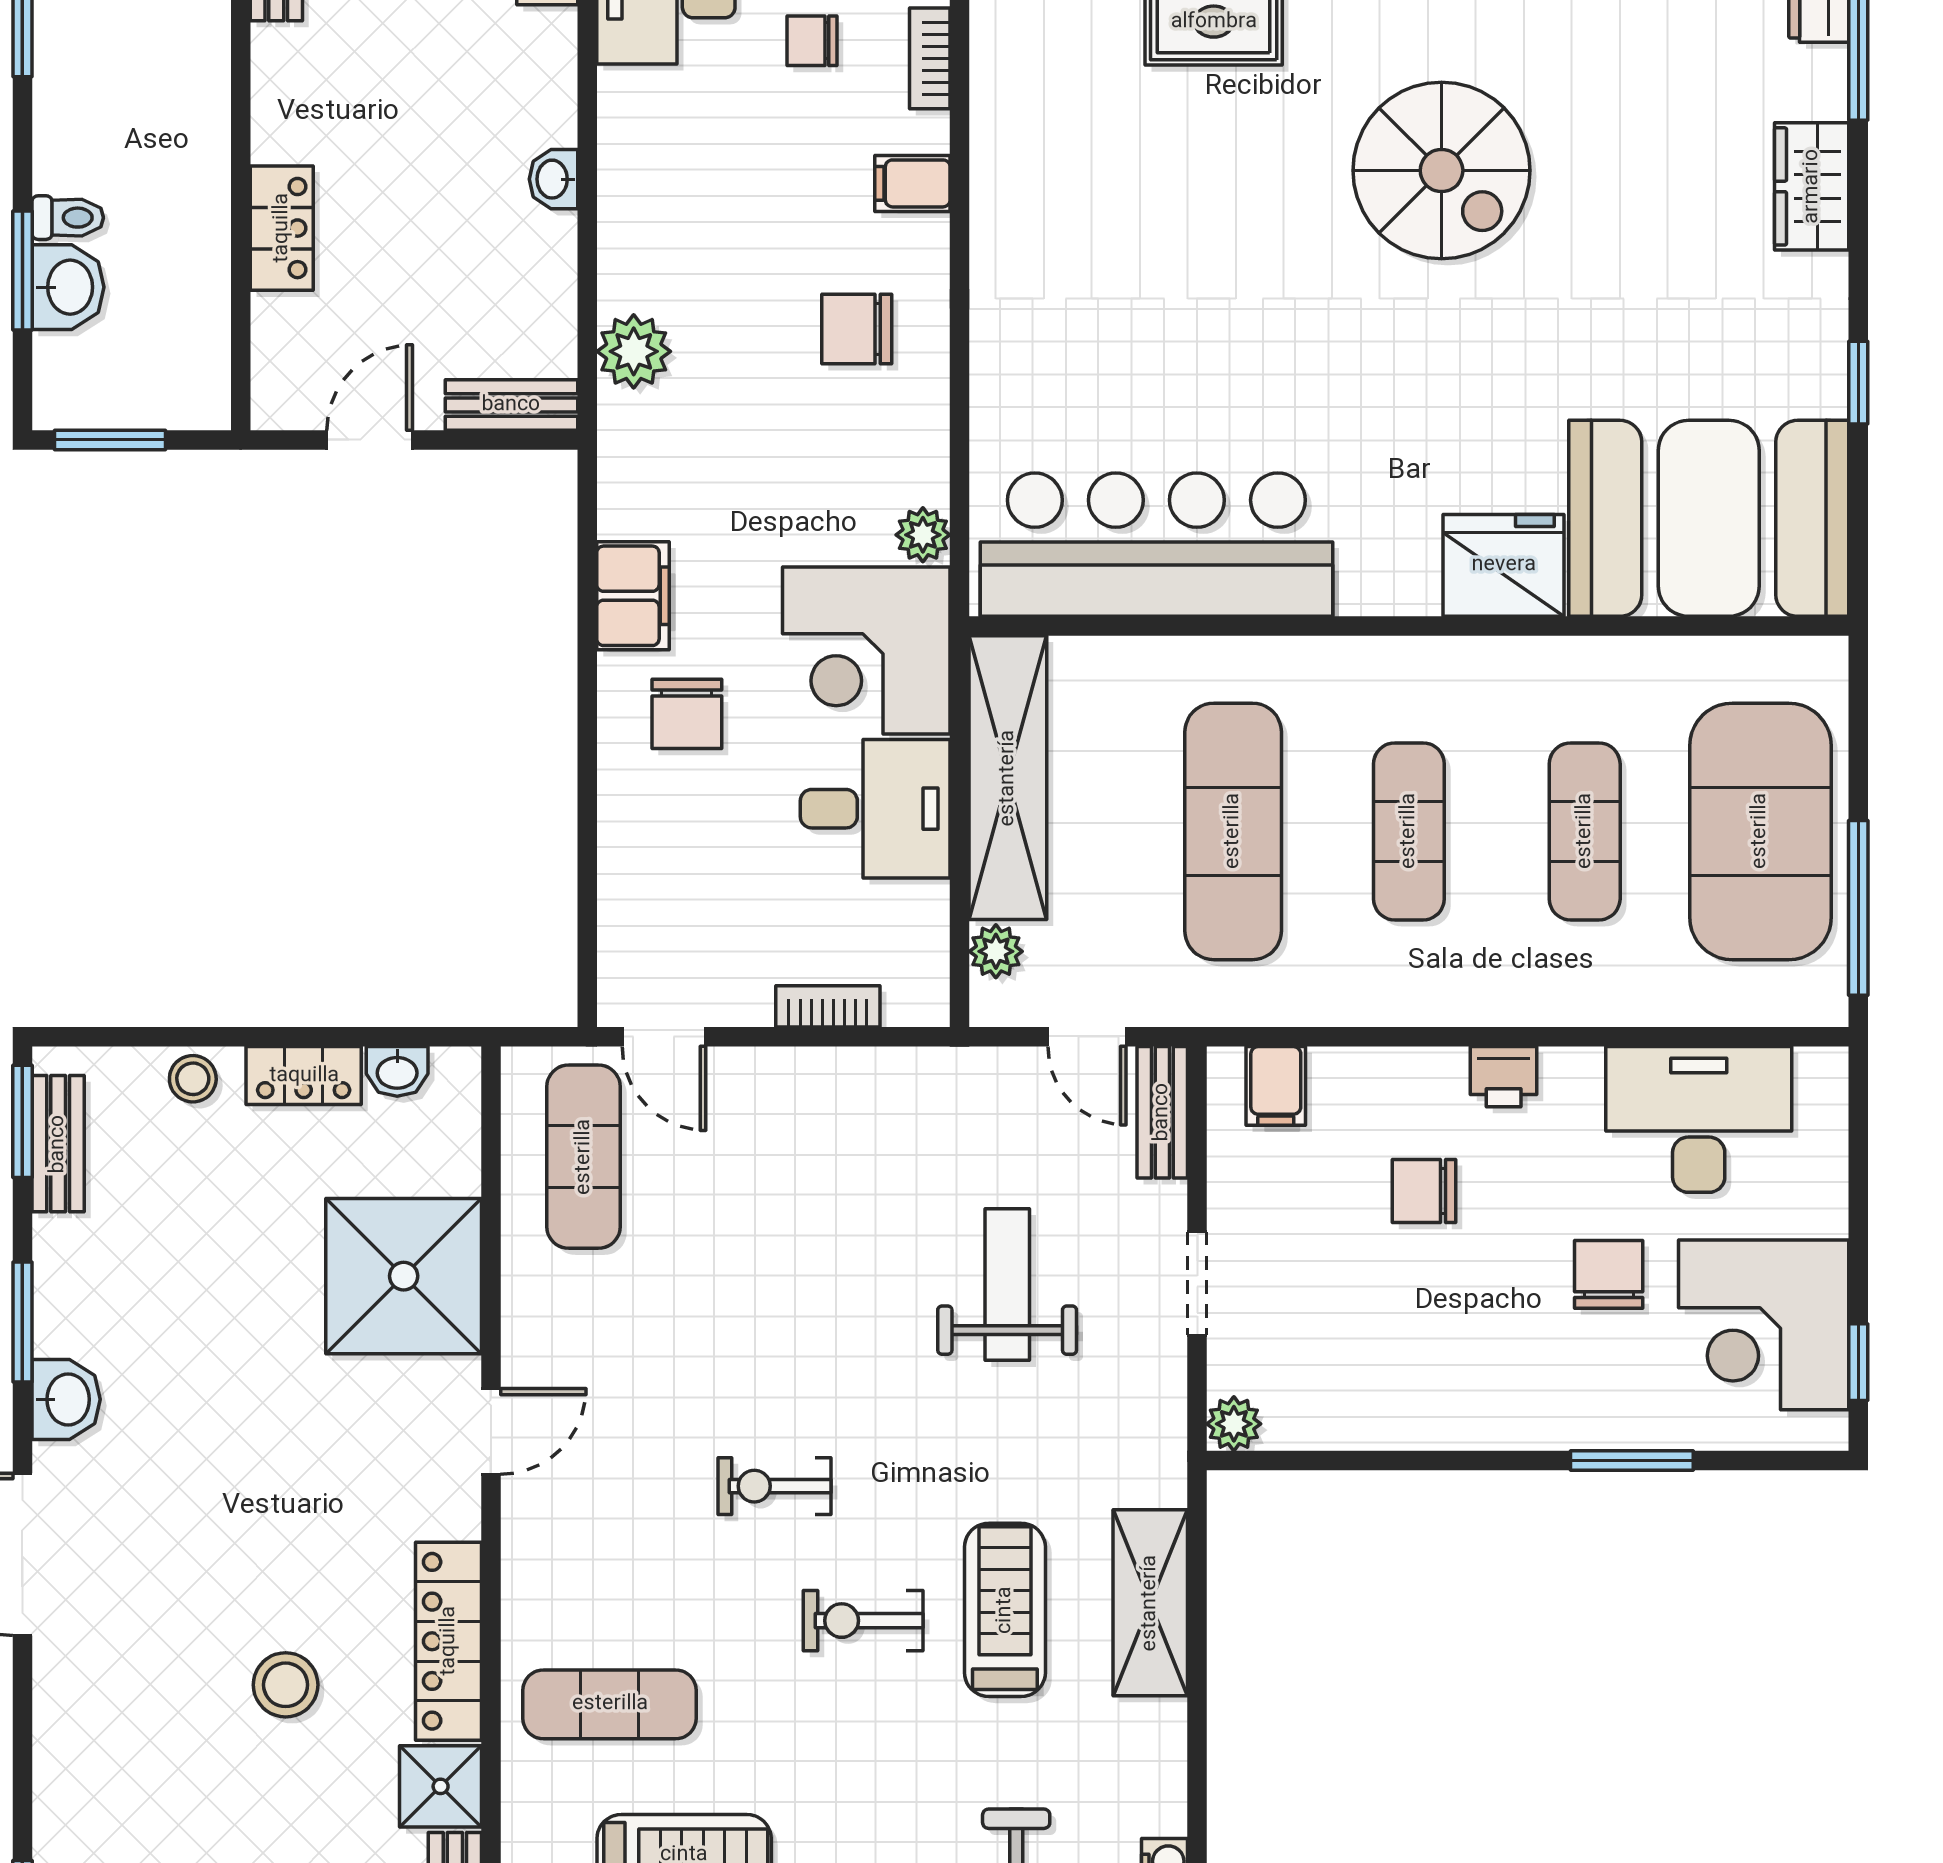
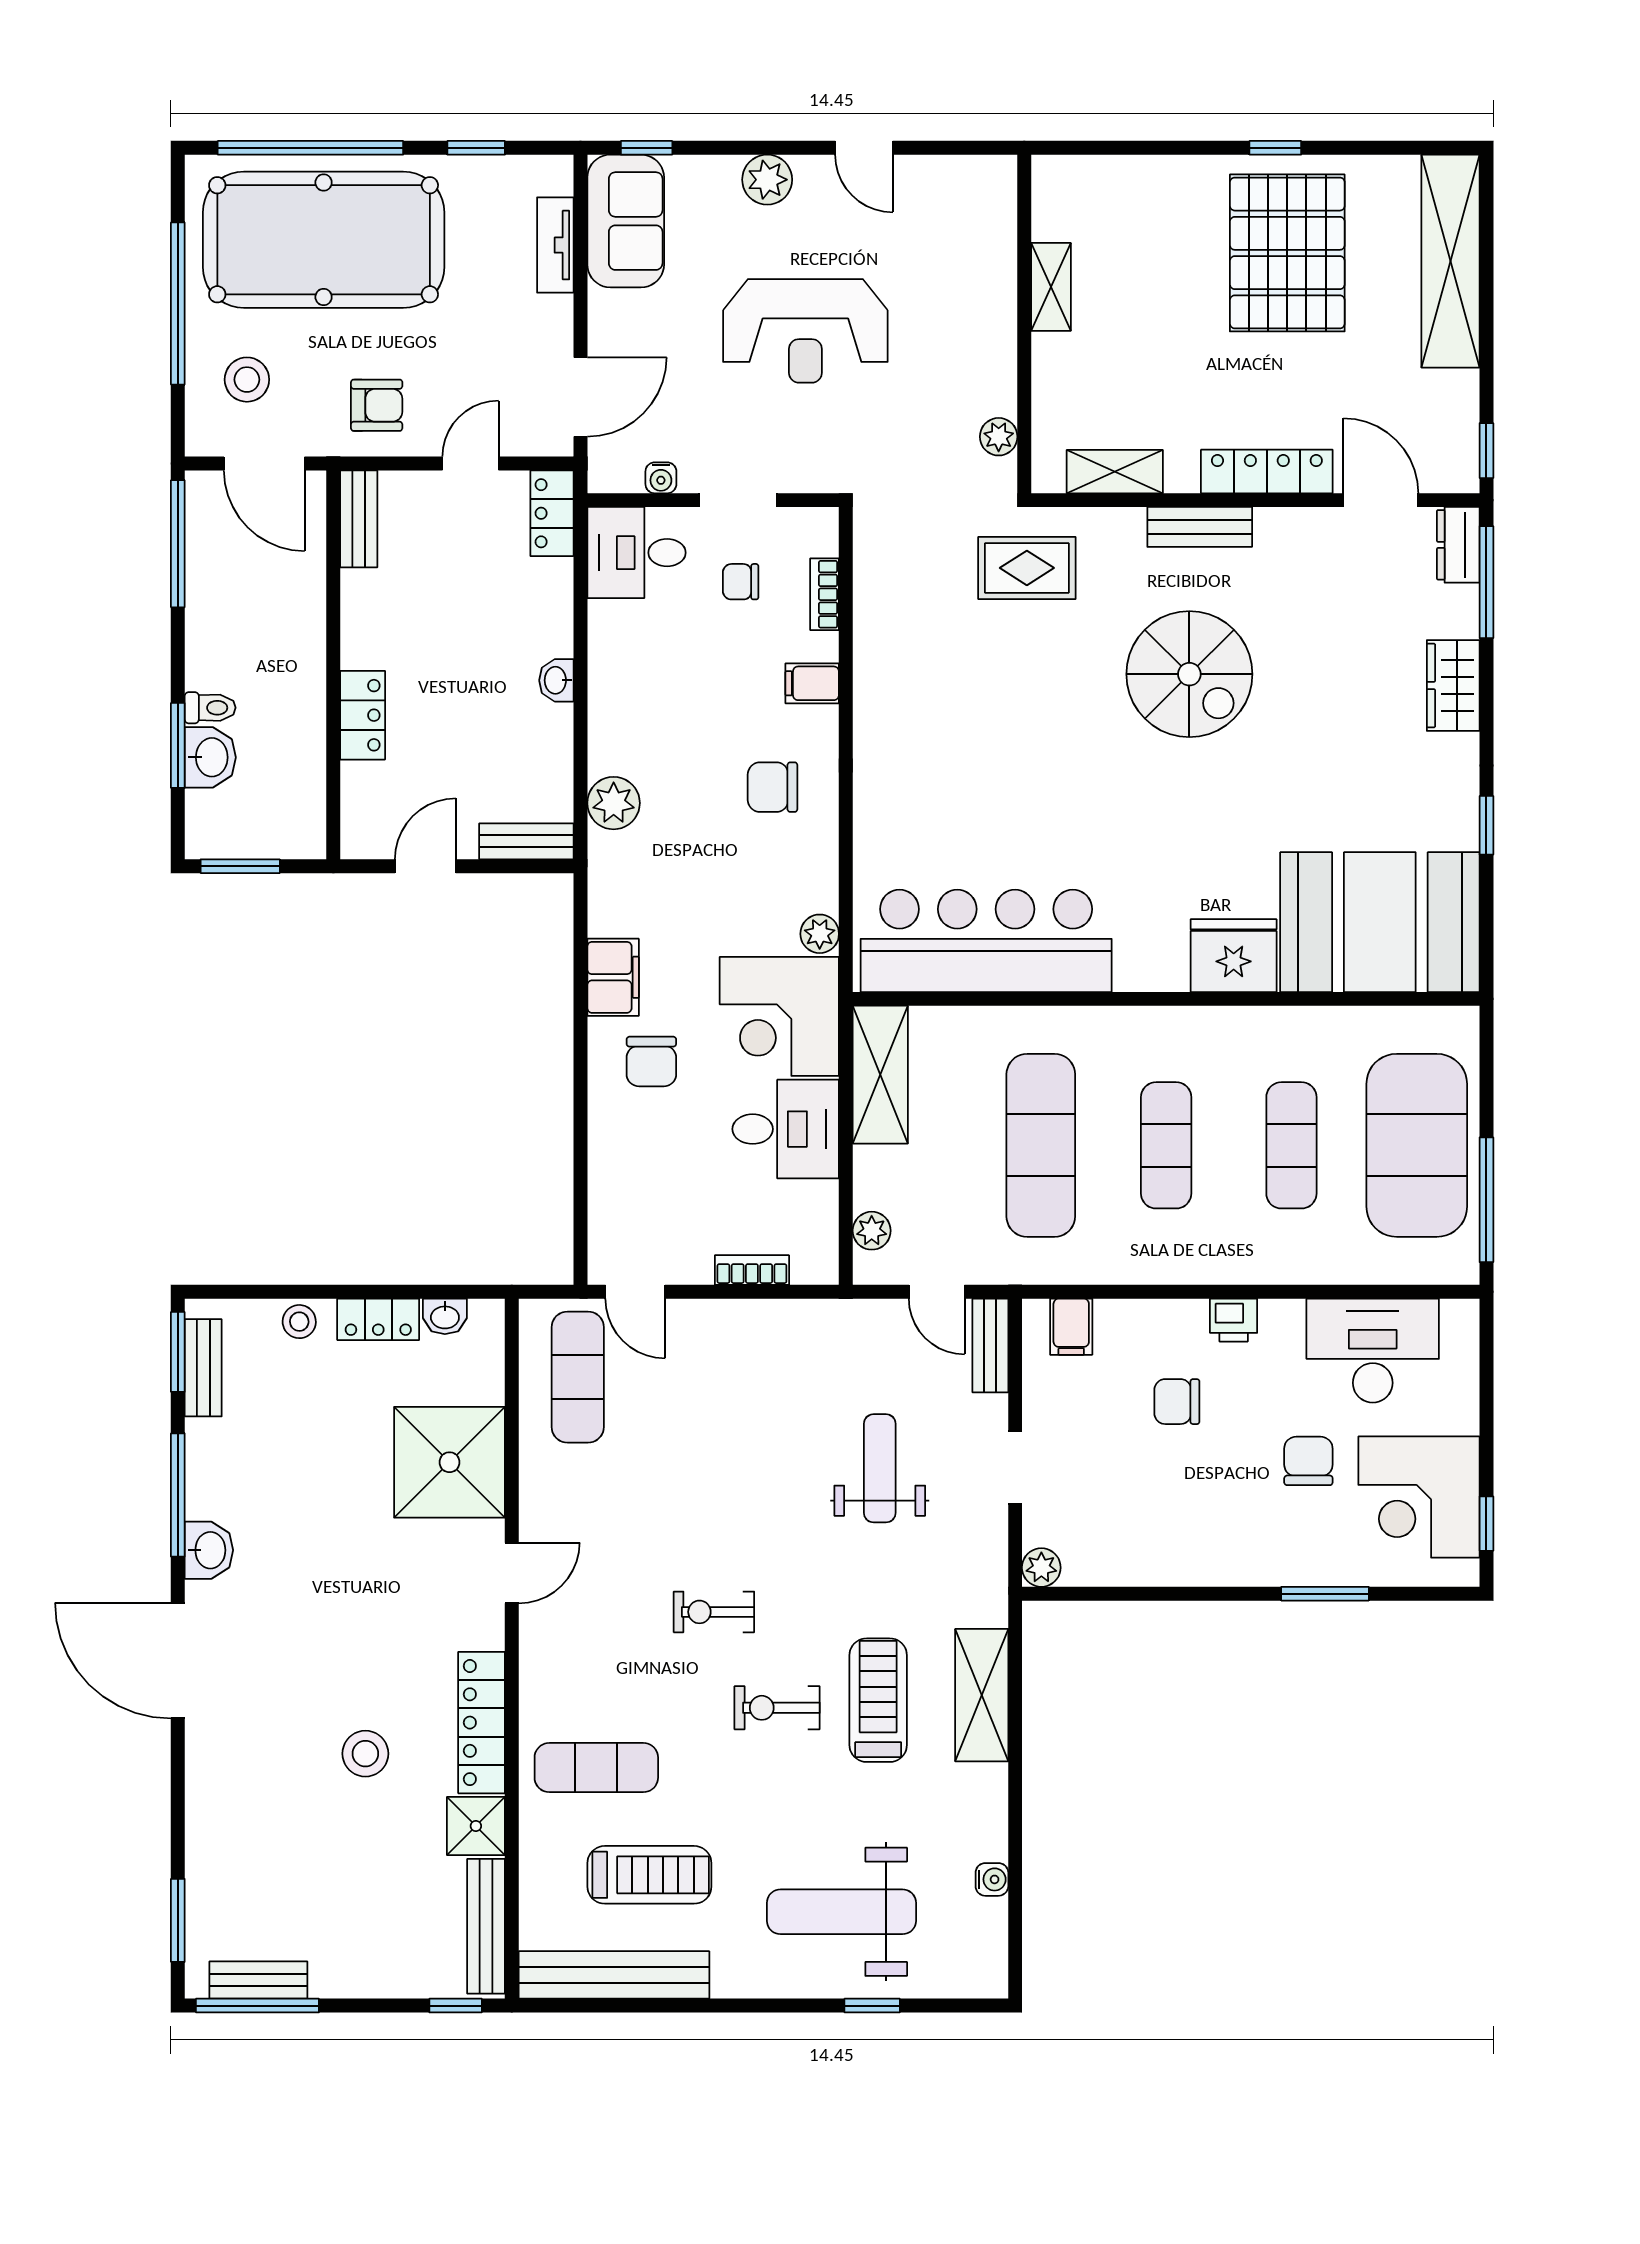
shelving: (1008, 778) -> (880, 1075), width x0.68
window: (22, 1322) -> (178, 1495), width x1.44

